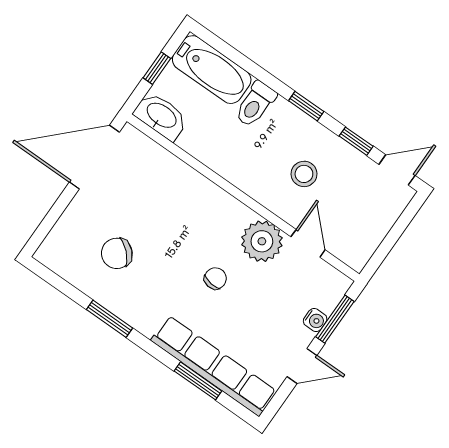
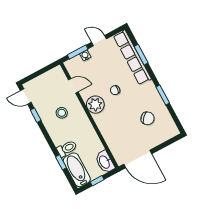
window: (306, 106) -> (61, 162), moved
plant: (262, 241) -> (95, 105), moved
door: (308, 243) -> (73, 86), swing flipped

